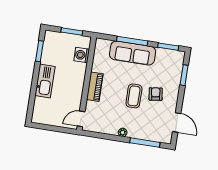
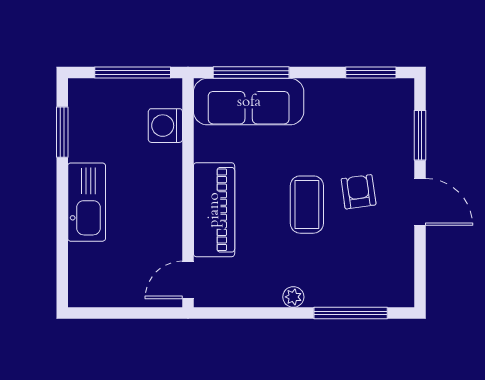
window: (72, 31) -> (133, 73), width x1.44
window: (132, 41) -> (251, 73), moved
sofa: (133, 53) -> (249, 102), moved
piano: (95, 87) -> (214, 210), width x1.37, depth x1.33
door: (177, 122) -> (420, 202), moved

